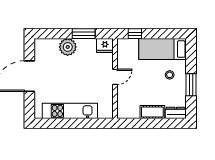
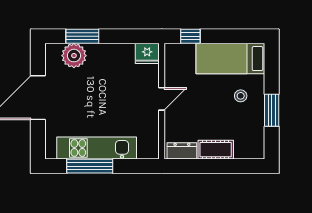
window: (84, 34) -> (82, 36), moved
plant: (68, 47) -> (74, 56), moved
dresser: (176, 113) -> (182, 151), moved
window: (65, 123) -> (90, 166), added

